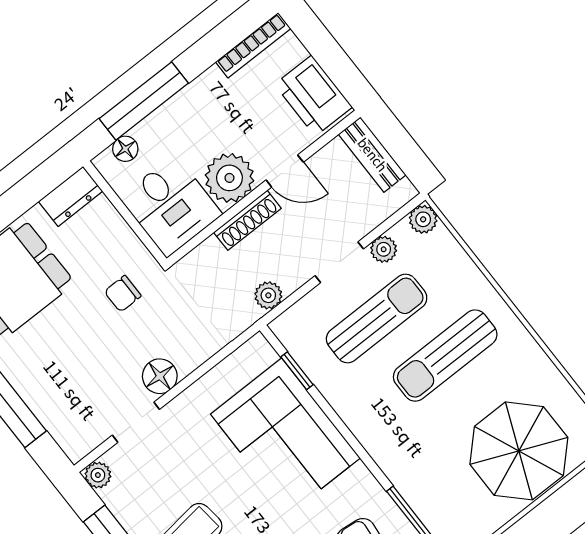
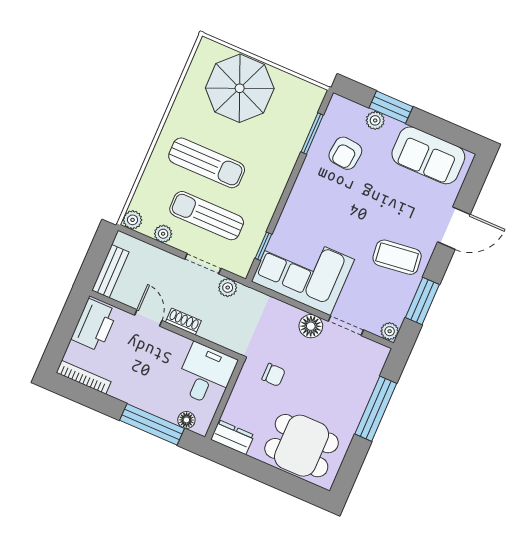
plant: (229, 178) -> (170, 349), removed
shoe rack: (247, 220) -> (183, 321), width x0.70
doorway: (339, 262) -> (203, 264), moved
corner sofa: (285, 436) -> (303, 270), moved, turned -90

